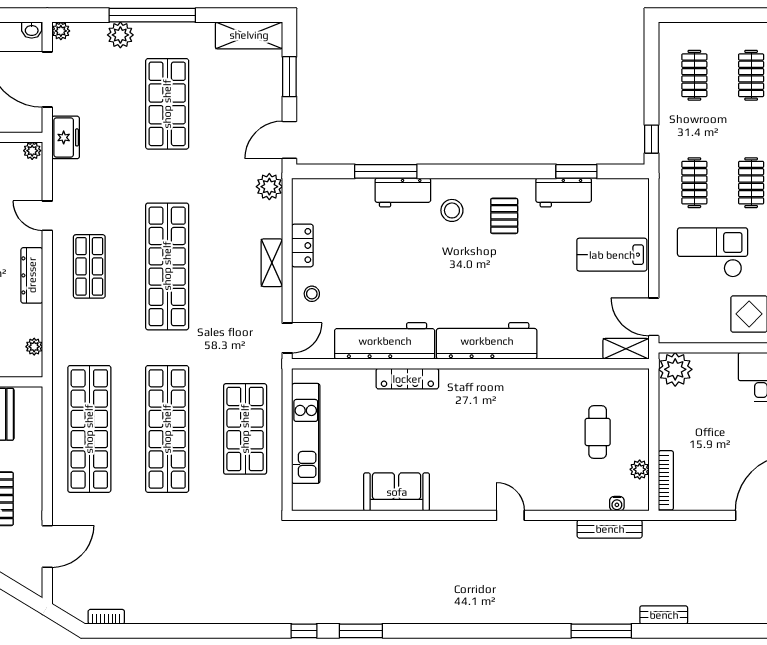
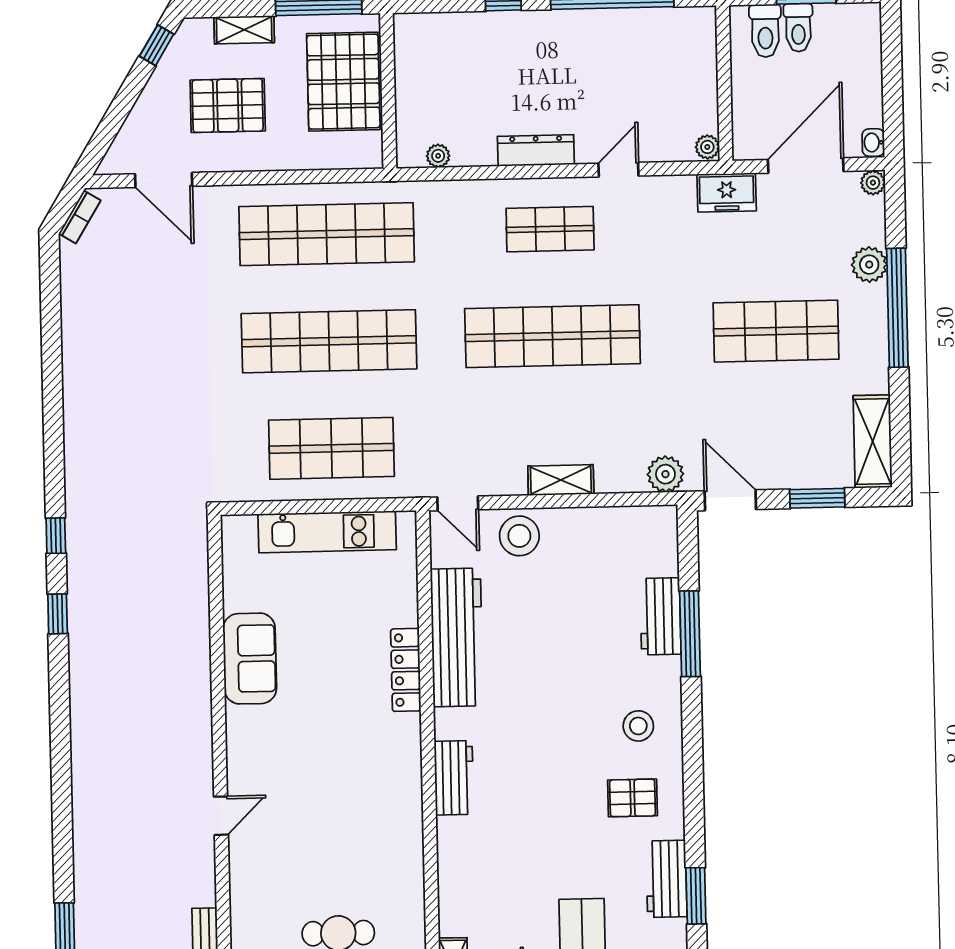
workbench: (403, 193) -> (660, 616), moved
locker: (302, 245) -> (585, 521), removed
stool: (312, 294) -> (519, 536), width x1.89, depth x1.89
workbench: (487, 341) -> (454, 778), width x0.53, depth x0.76
bookcase: (106, 617) -> (80, 217), moved, turned 31
window: (361, 631) -> (58, 614), width x0.67

